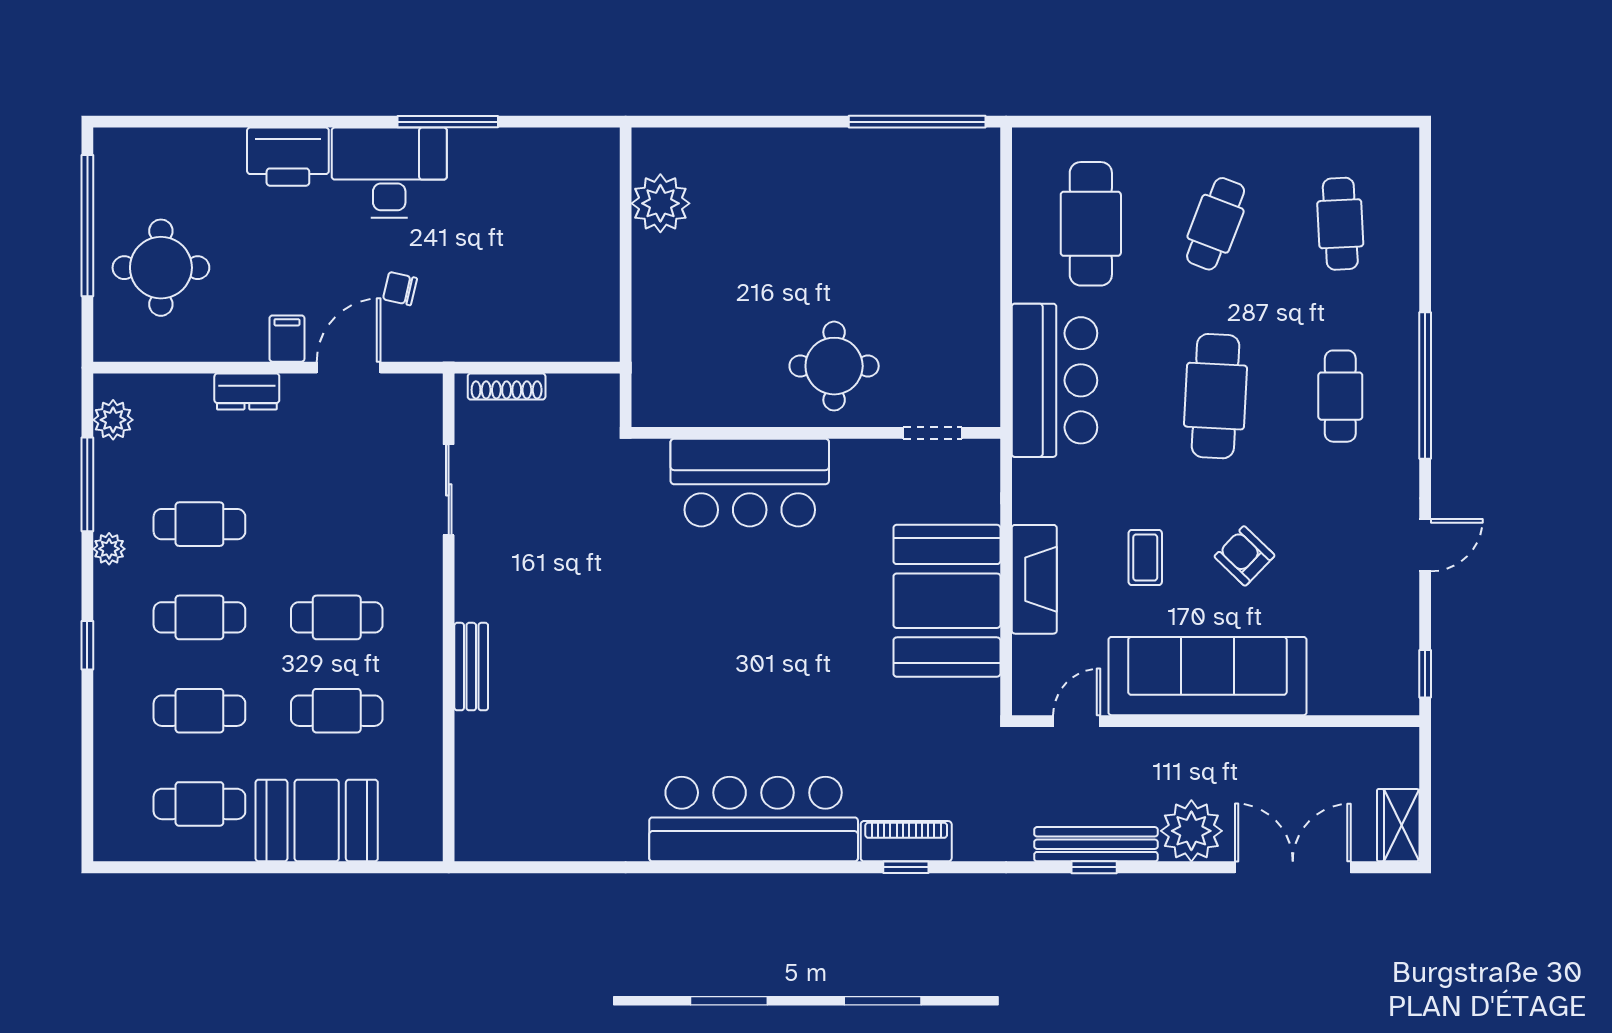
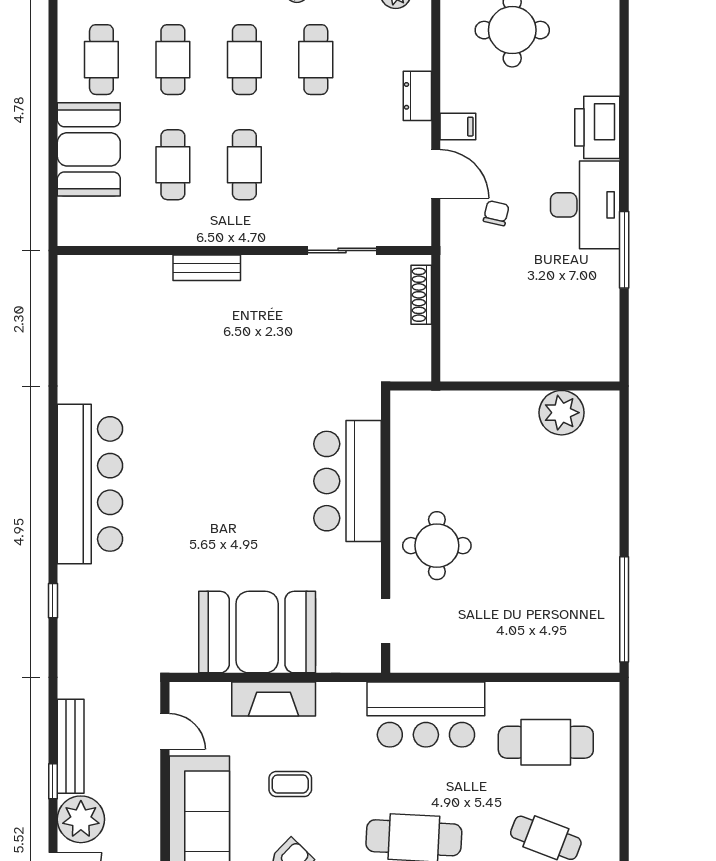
piano: (906, 841) -> (73, 601), removed
window: (1094, 867) -> (53, 781), moved

